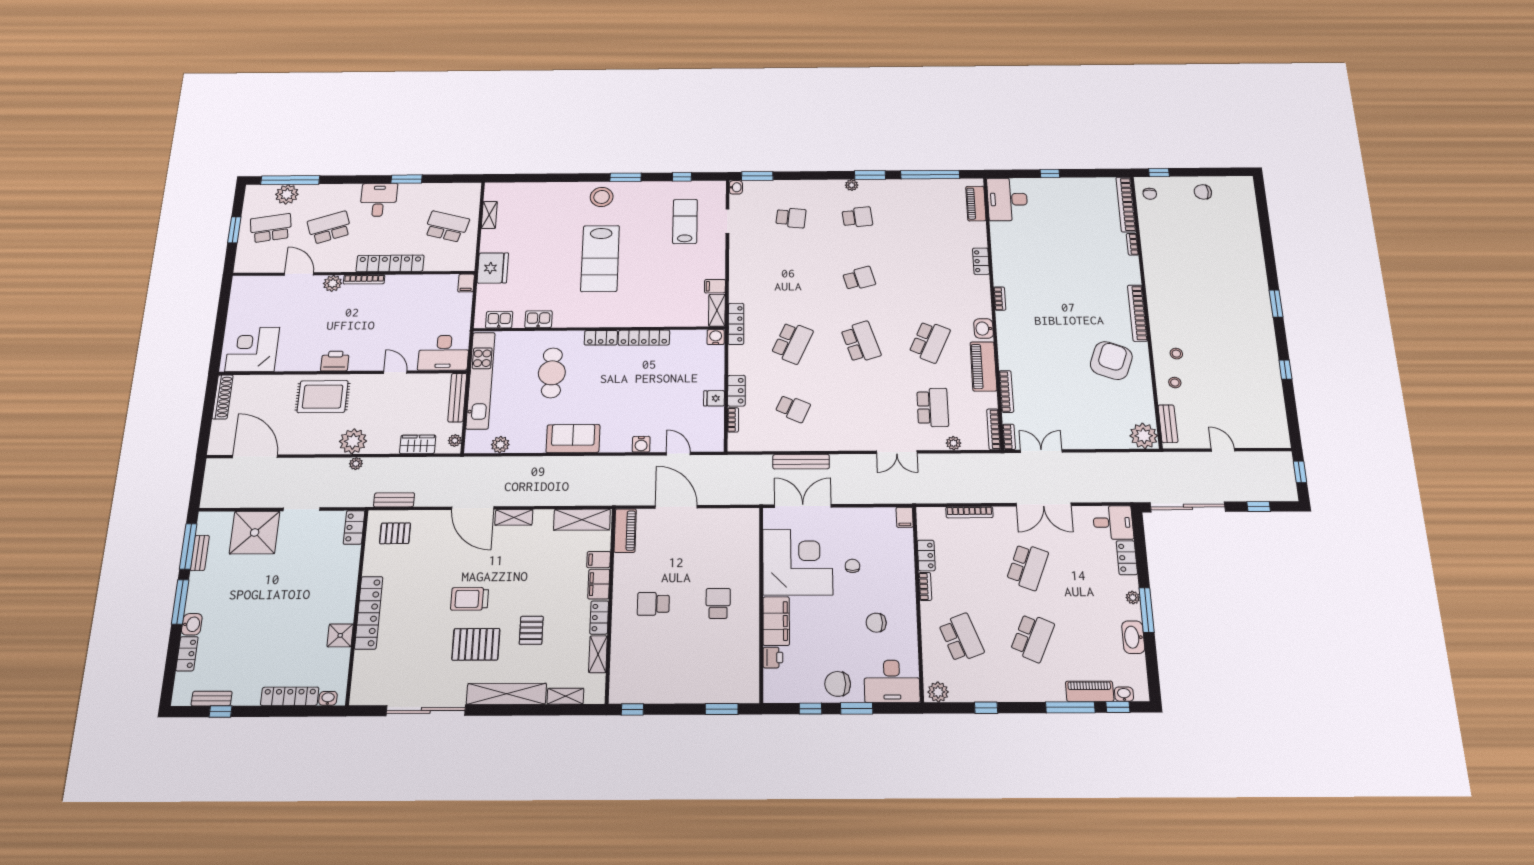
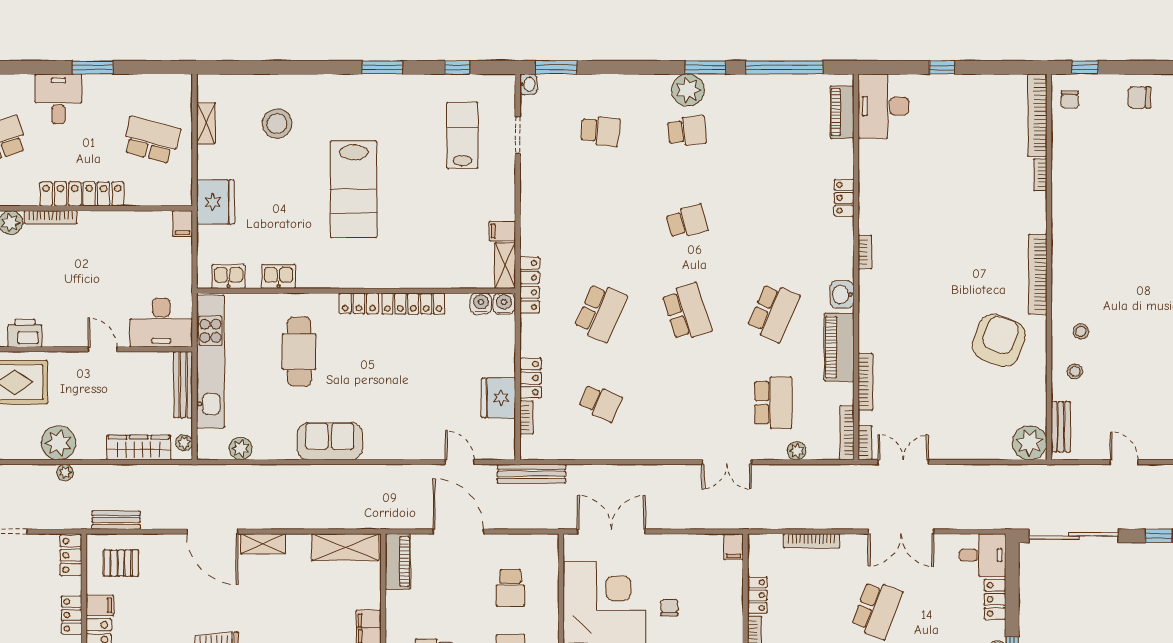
plant: (852, 185) -> (688, 90), width x1.88, depth x1.88
stool: (602, 197) -> (277, 124), moved
fridge: (714, 398) -> (498, 398), width x1.88, depth x1.34
wardrobe: (418, 444) -> (139, 448), width x1.50
water cooler: (641, 444) -> (481, 304), moved, turned 180
bench: (801, 462) -> (531, 474), moved
school desk: (719, 551) -> (510, 588), added
filing cabinet: (599, 560) -> (100, 605), moved, turned 180
locker: (350, 575) -> (72, 615), added

